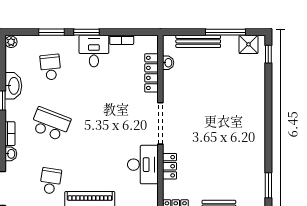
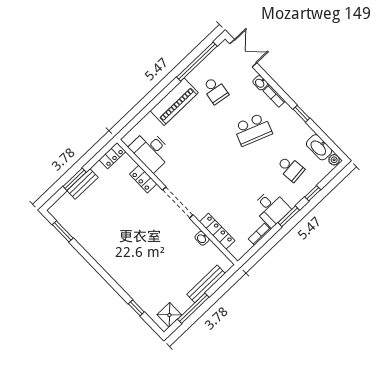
window: (52, 32) -> (313, 193), width x0.67
window: (268, 54) -> (136, 308), moved
washbasin: (168, 63) -> (202, 238), moved
washbasin: (13, 86) -> (319, 147), moved
desk: (143, 165) -> (151, 150), moved

